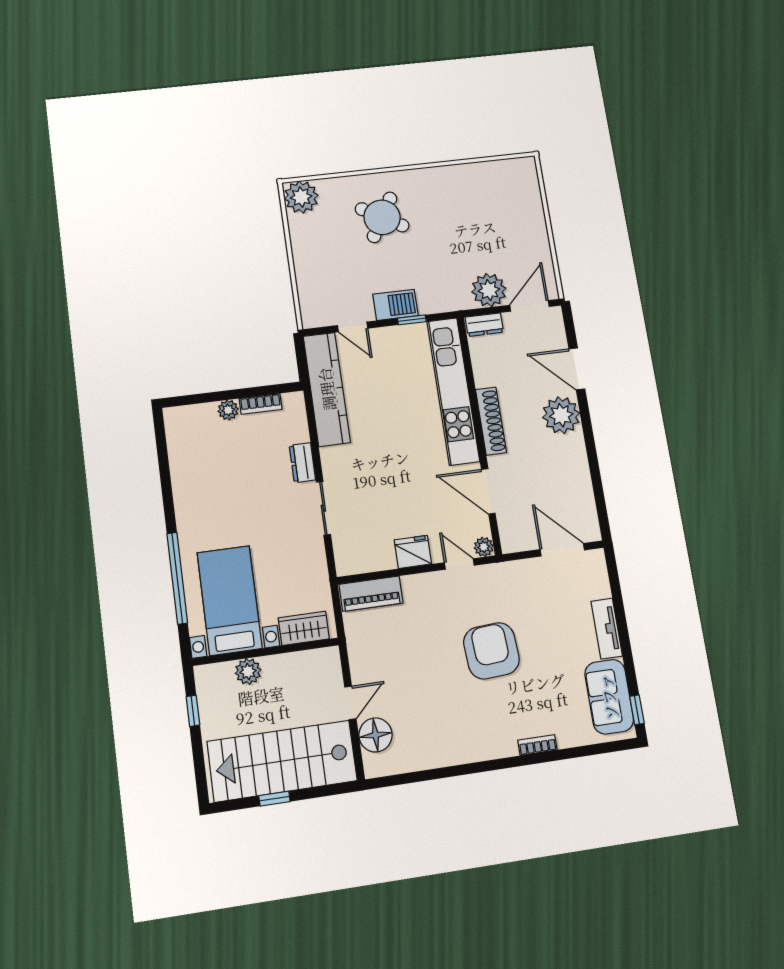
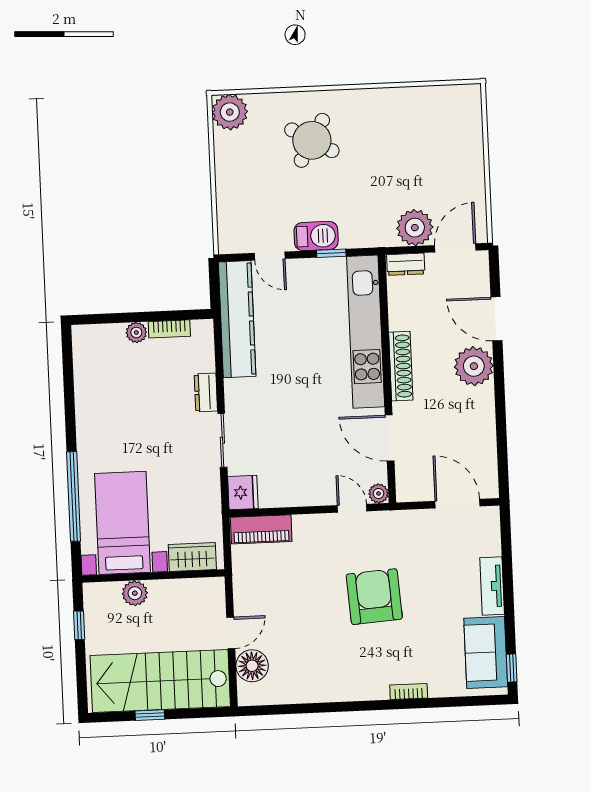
fridge: (413, 552) -> (243, 493), moved, turned 90

